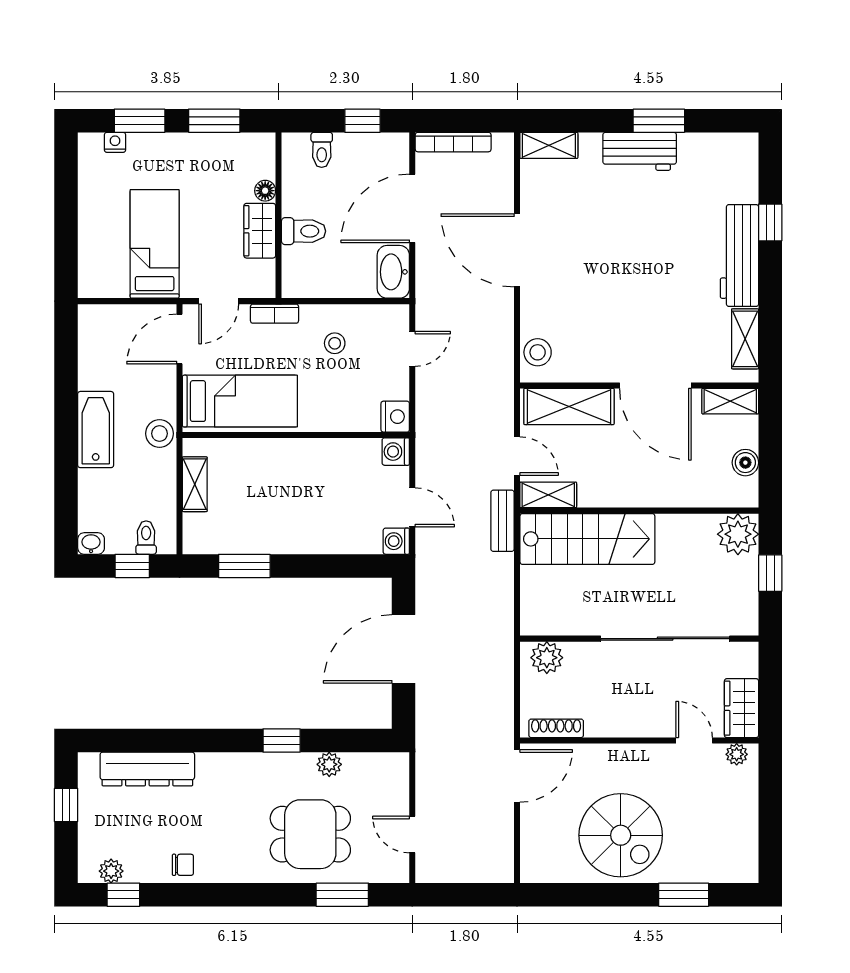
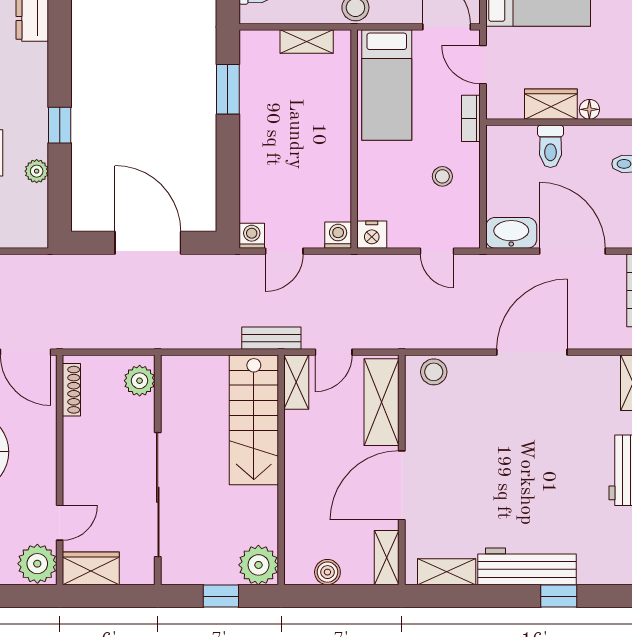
plant: (737, 754) -> (37, 564), width x1.88, depth x1.88

